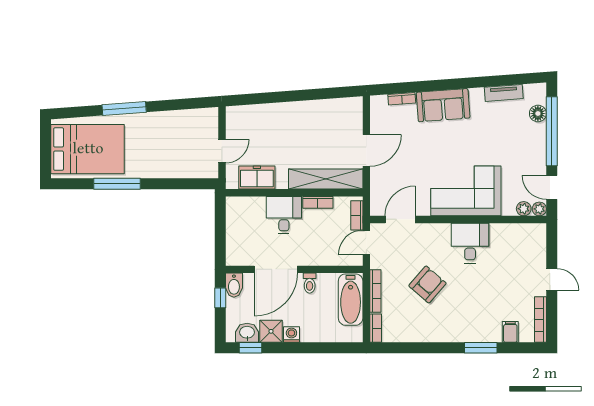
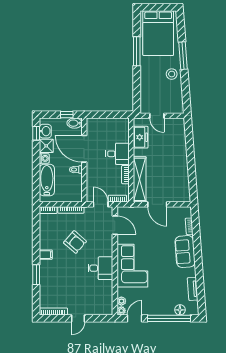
stool: (154, 127) -> (172, 74), added
bathtub: (351, 300) -> (47, 180), moved, turned 90
filing cabinet: (510, 332) -> (46, 255), moved

